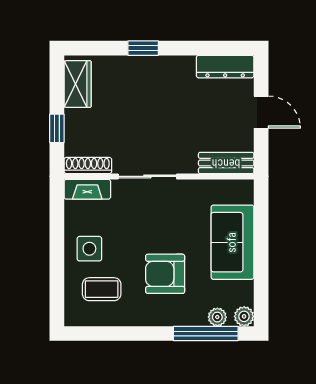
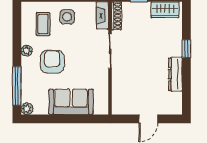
dresser: (225, 67) -> (175, 74), moved
bench: (226, 163) -> (118, 98), removed
plant: (217, 317) -> (27, 51), moved

